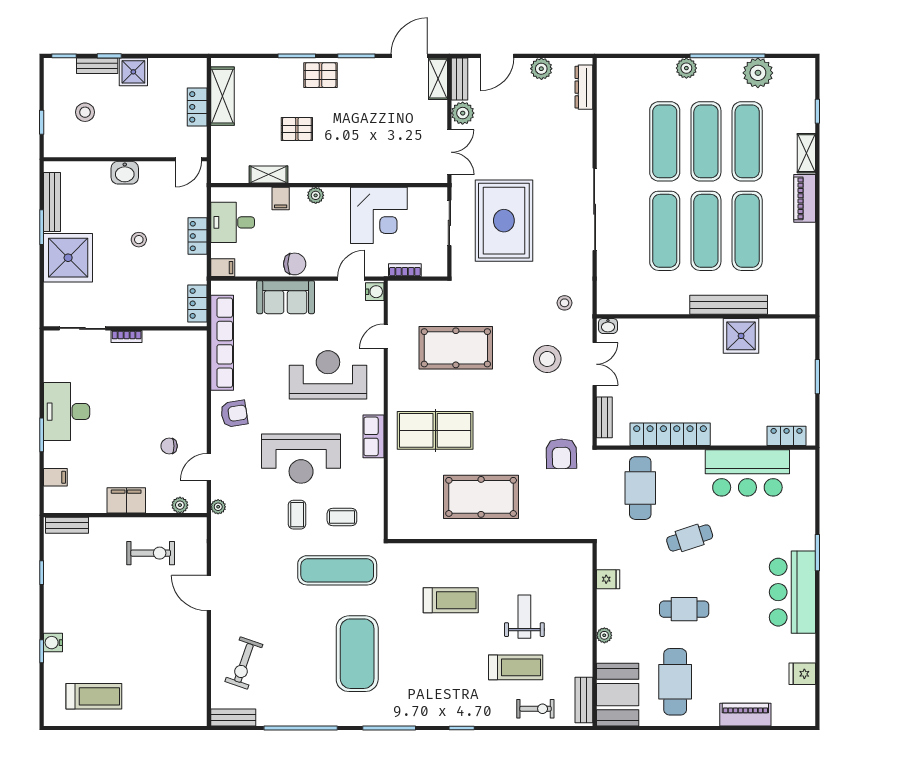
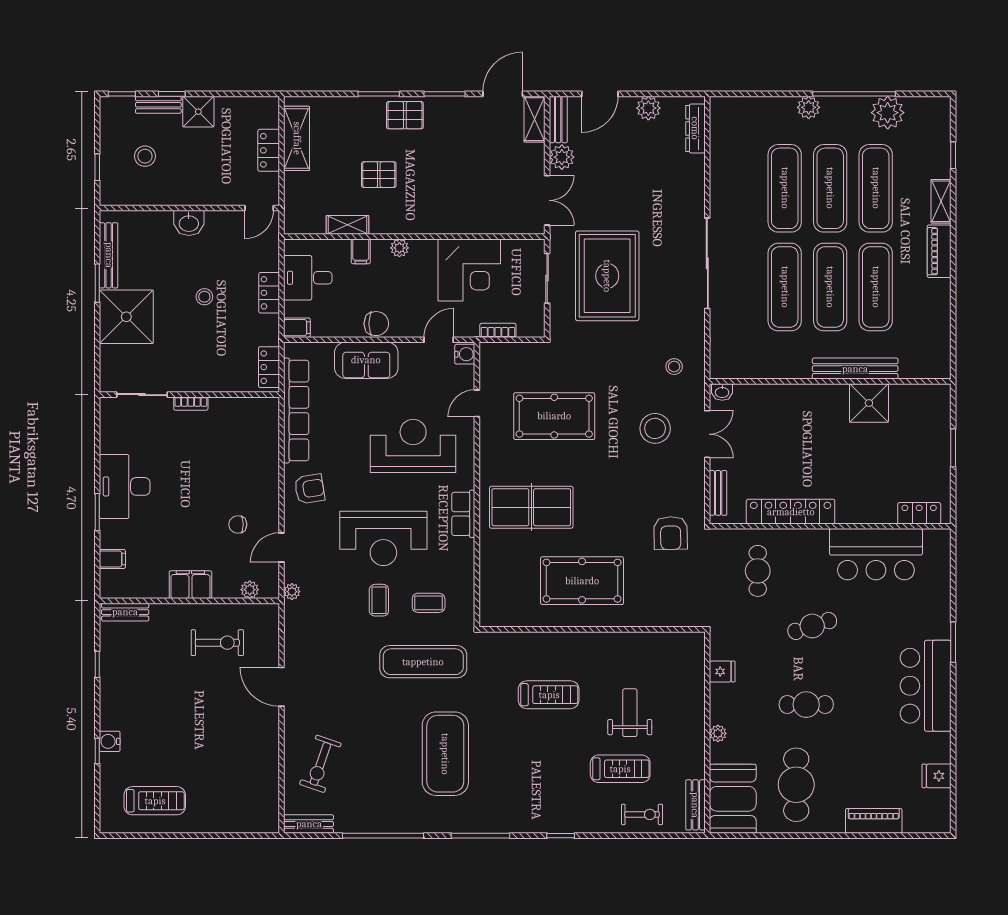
cafe table: (640, 488) -> (758, 571), width x0.73, depth x0.74

